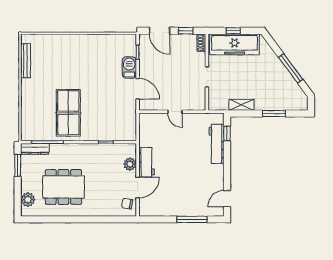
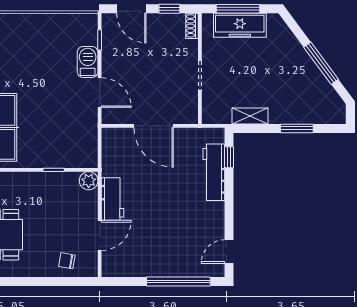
window: (233, 31) -> (238, 9), width x2.17
freezer: (235, 44) -> (240, 25), width x0.73, depth x0.79
door: (175, 112) -> (154, 126), width x1.88
plant: (130, 164) -> (89, 181), moved
chair: (127, 204) -> (67, 261), moved
window: (192, 219) -> (178, 282), width x1.46

